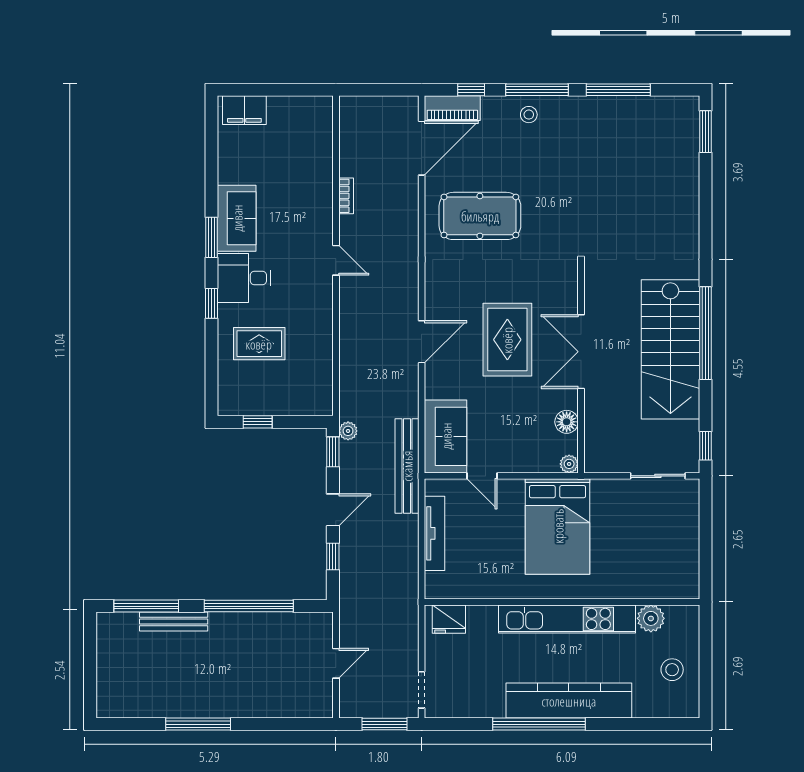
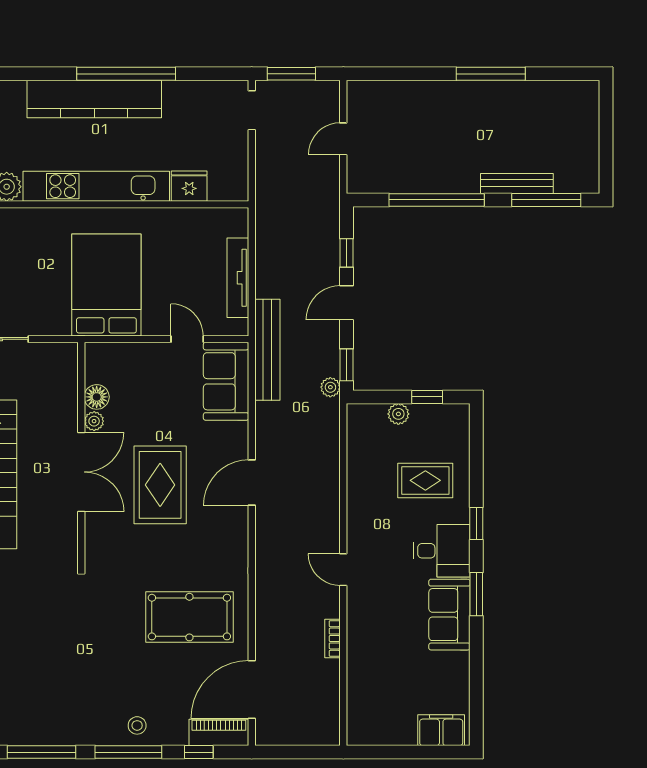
plant: (284, 406) -> (398, 414), added
plant: (569, 464) -> (94, 421), moved
fridge: (449, 619) -> (189, 186), moved

